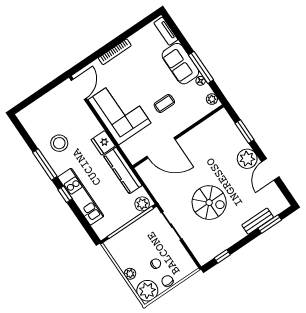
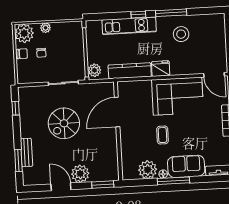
plant: (212, 99) -> (148, 170), width x1.88, depth x1.88
wall: (178, 136) -> (118, 131), moved
door: (161, 148) -> (117, 112), moved

